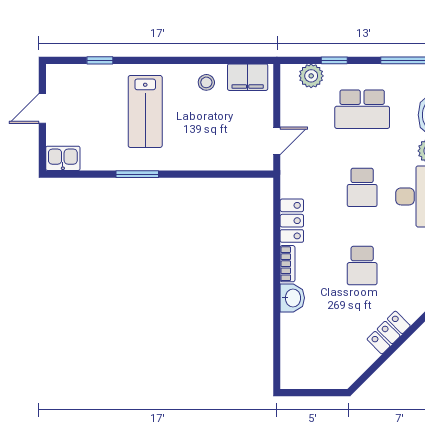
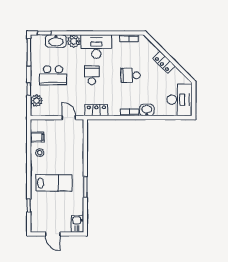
filing cabinet: (248, 77) -> (37, 137), width x0.50
school desk: (362, 109) -> (53, 75), turned 90
school desk: (362, 187) -> (92, 75), turned -90
locker: (292, 221) -> (96, 110), moved
school desk: (362, 266) -> (131, 75), turned 180
desk: (313, 364) -> (179, 100), added

